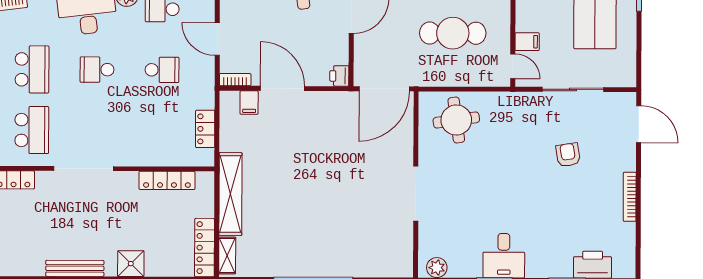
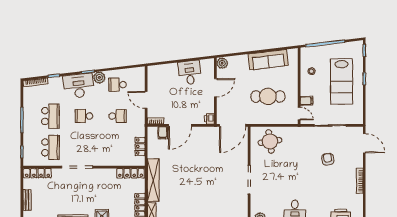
door: (283, 88) -> (180, 125), swing flipped
locker: (167, 180) -> (131, 173), moved

